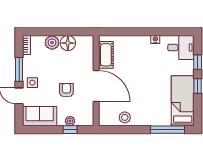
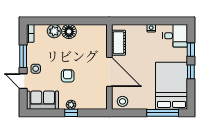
cot: (106, 55) -> (118, 43), moved
wall: (96, 81) -> (109, 67), moved
door: (96, 86) -> (109, 72), moved
bed: (183, 101) -> (172, 86), width x1.50

